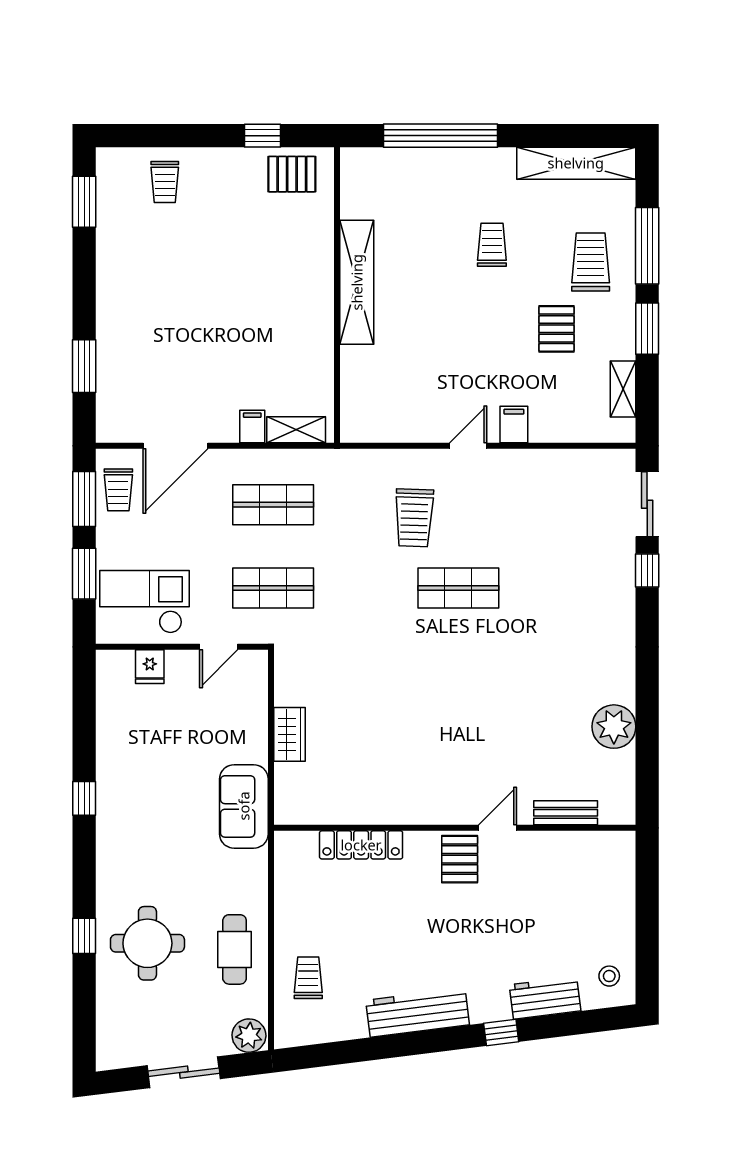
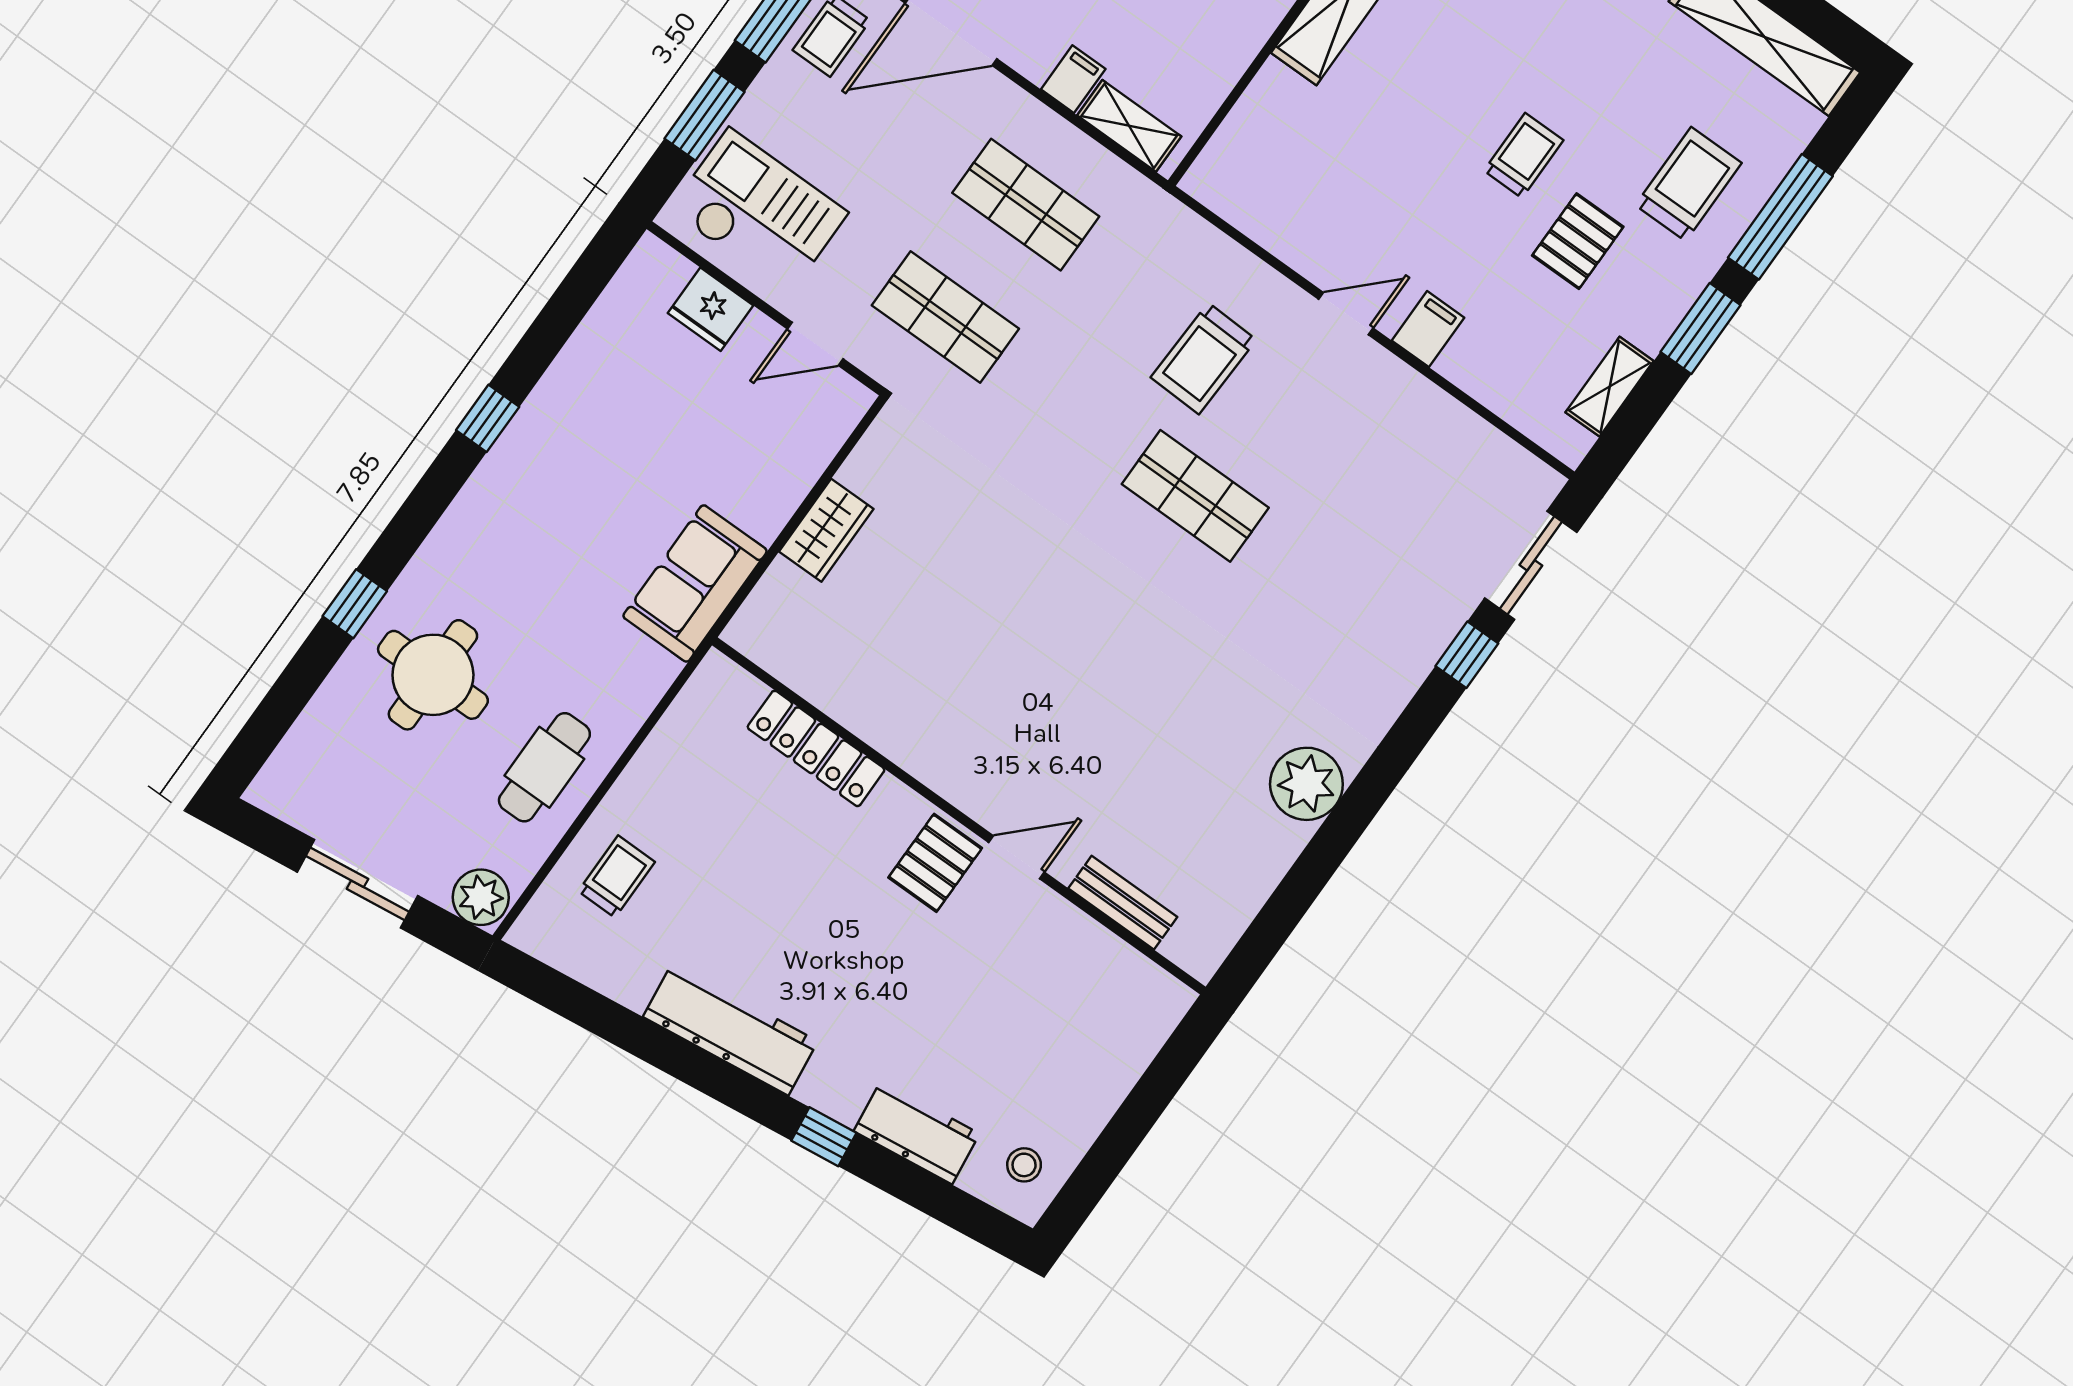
trolley: (492, 245) -> (1524, 155), moved
fridge: (150, 667) -> (710, 309), width x1.38
plant: (614, 727) -> (1306, 784), moved

